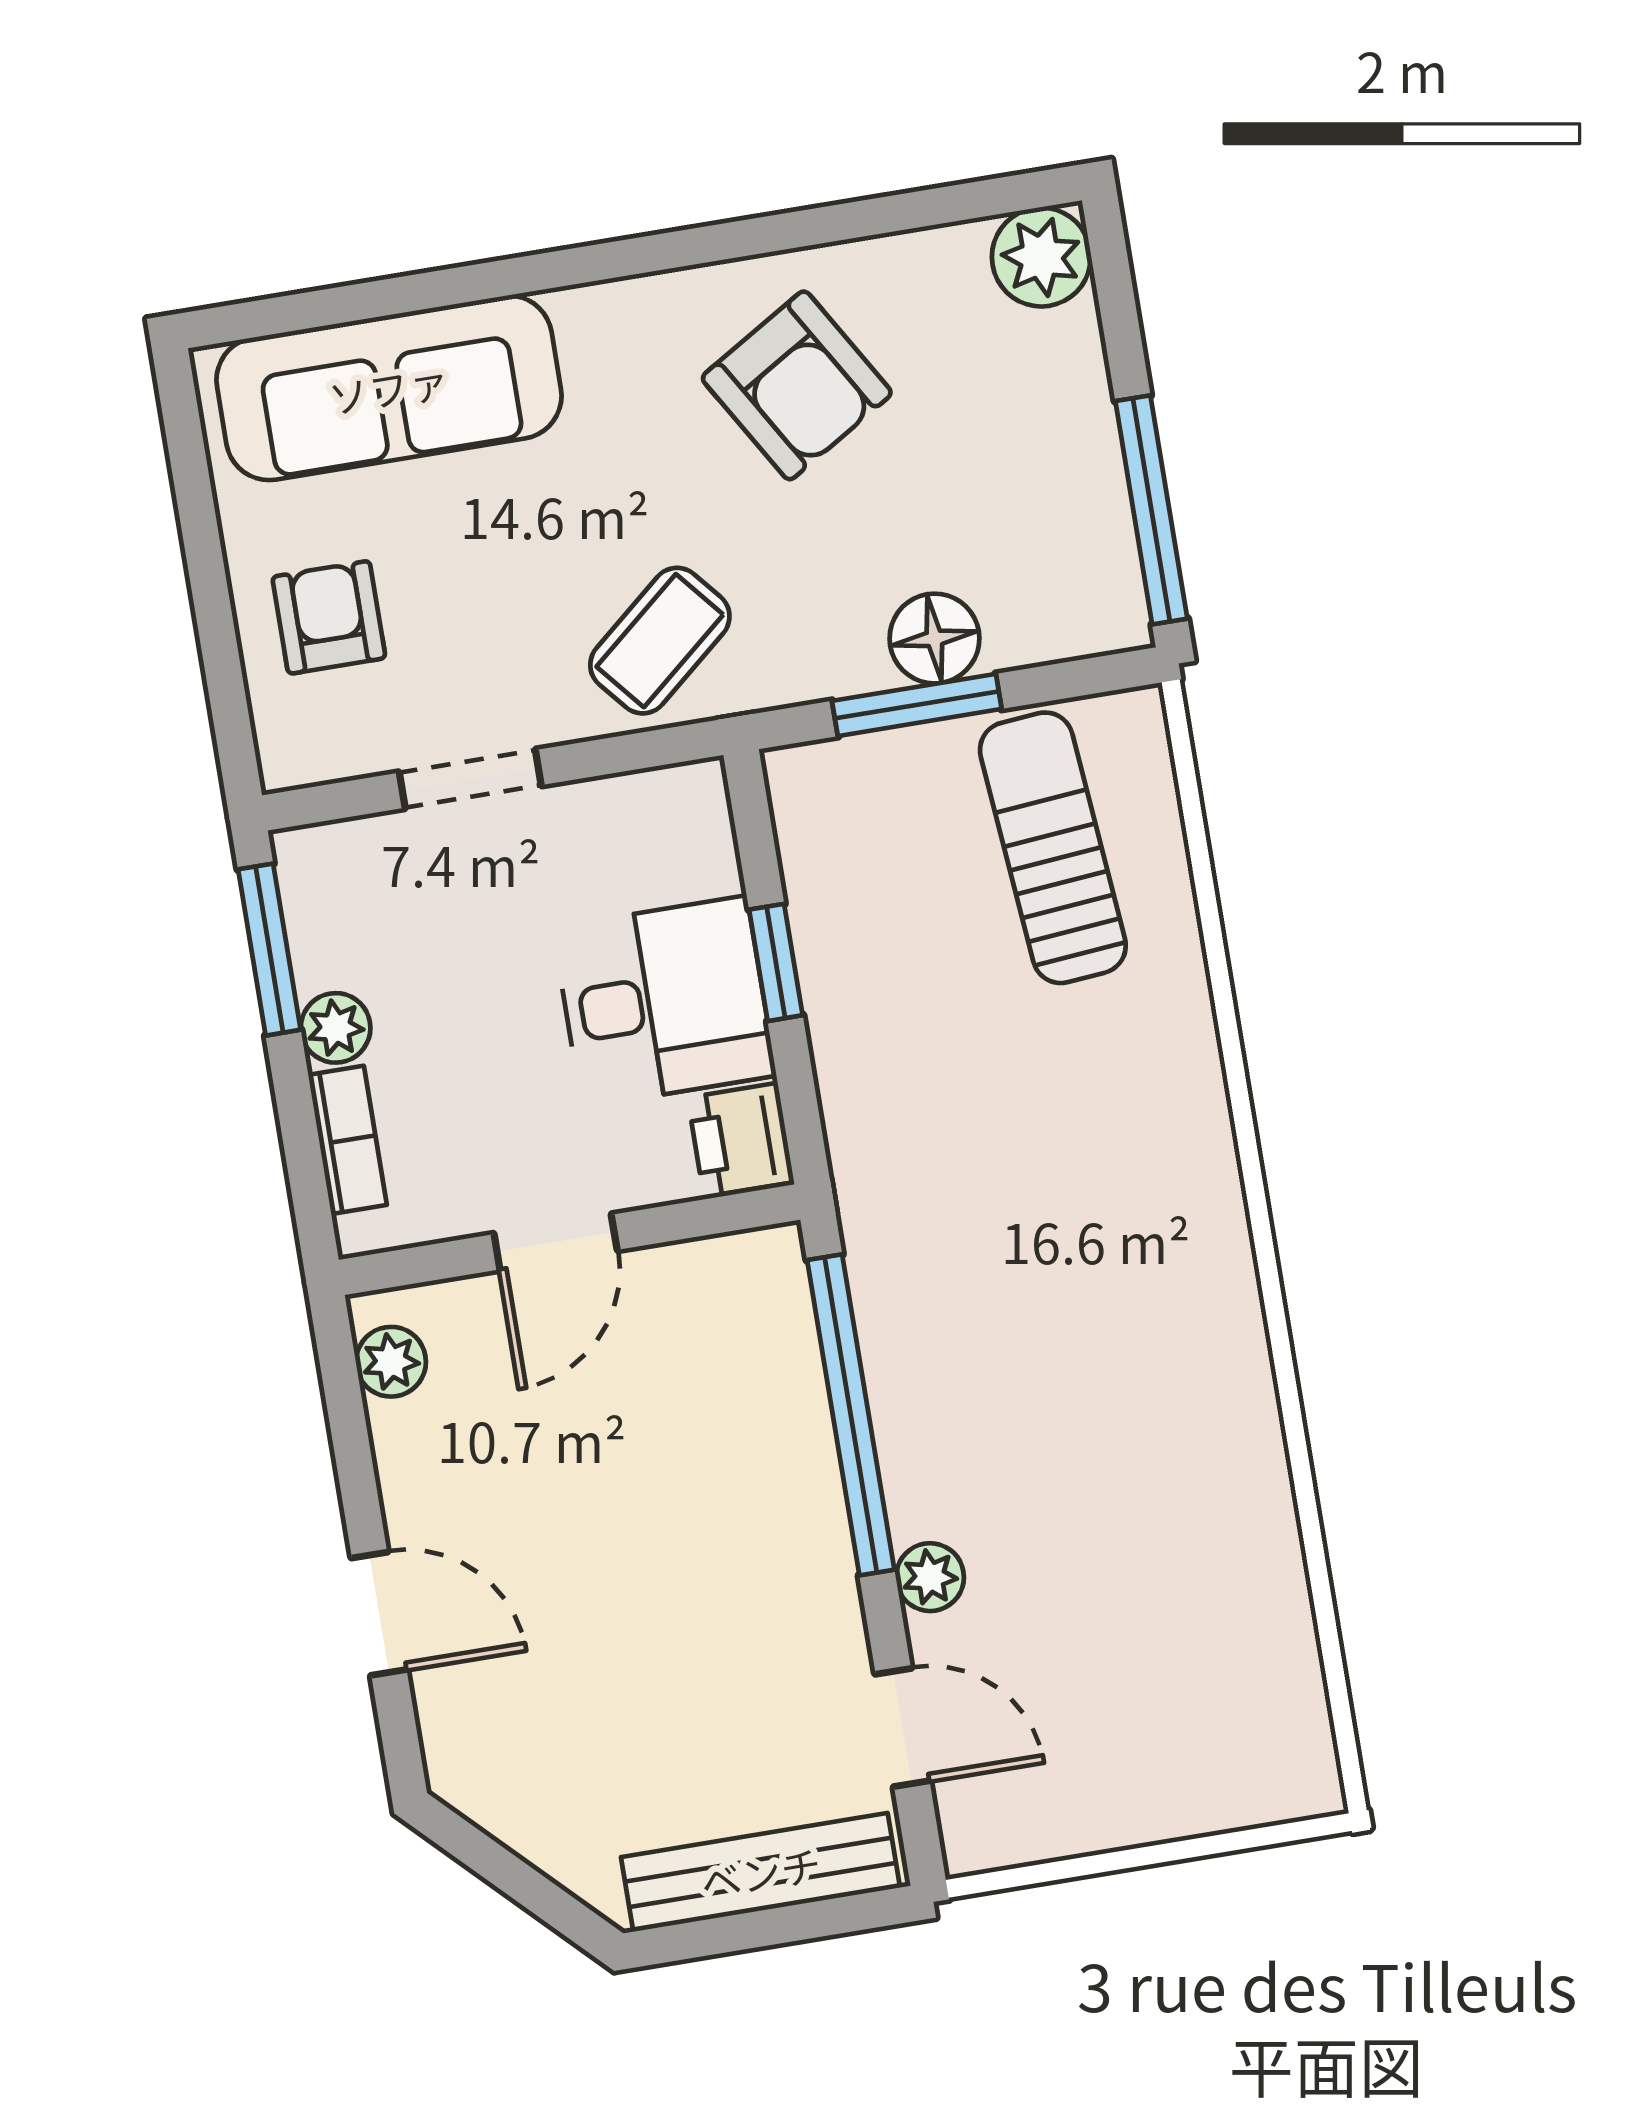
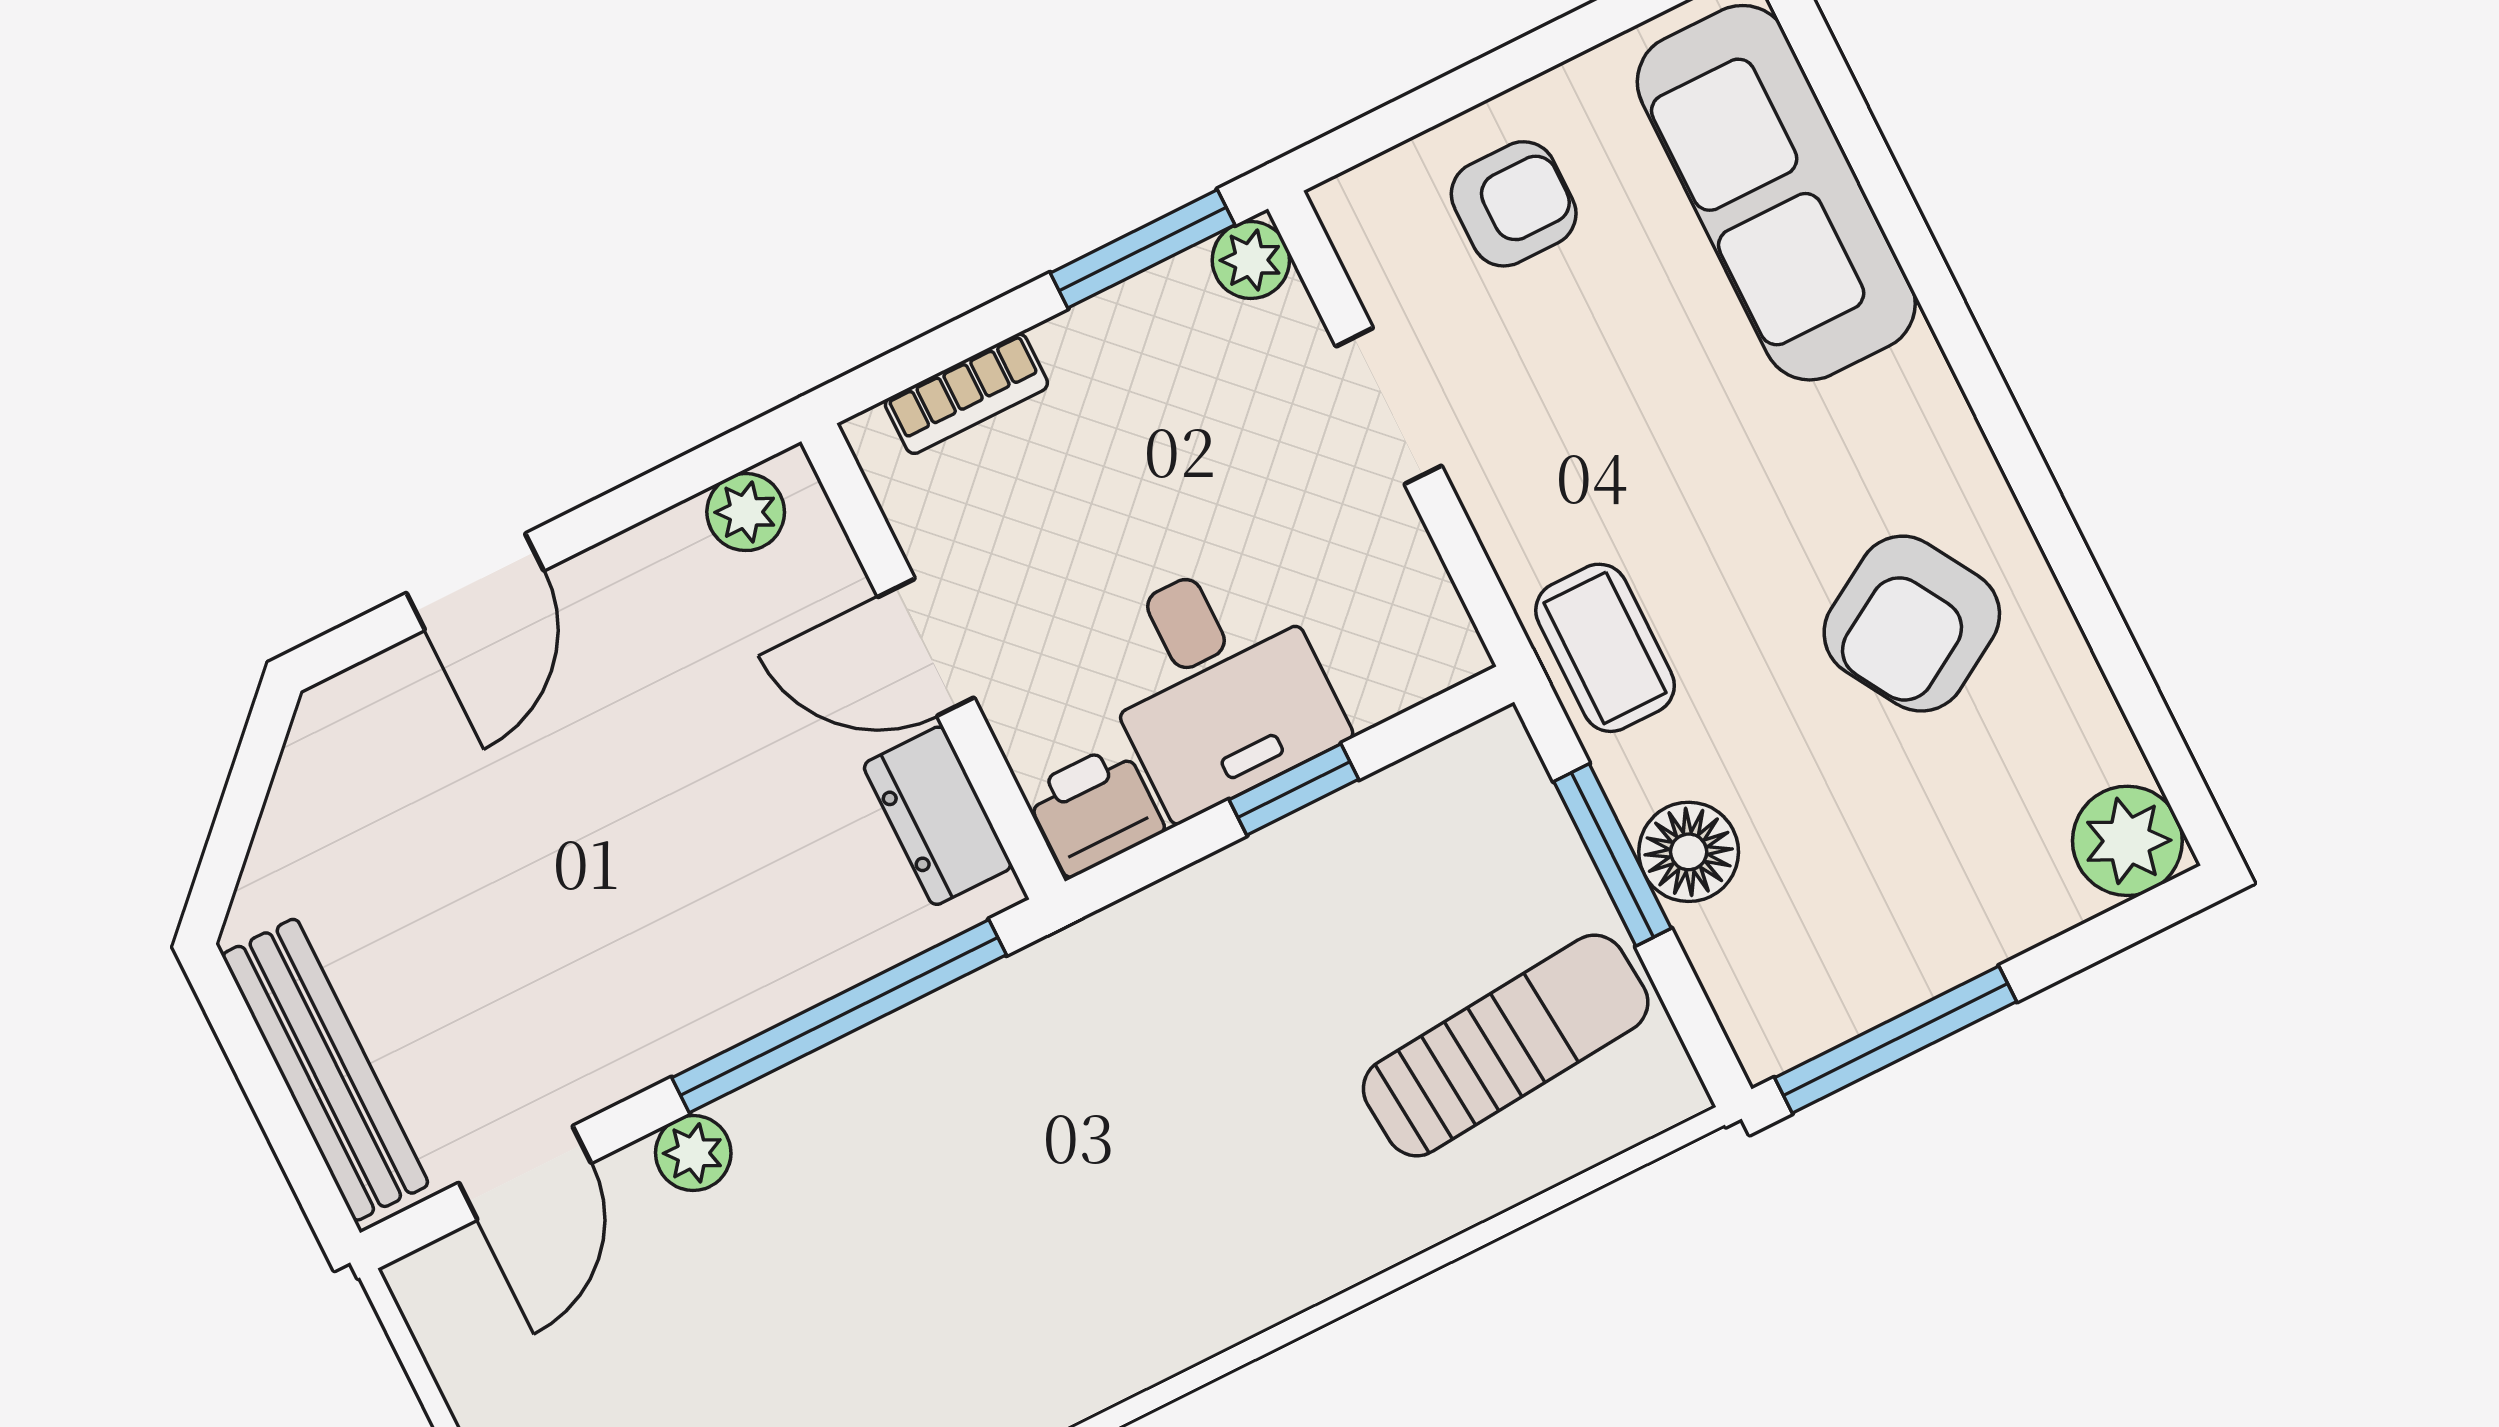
coffee table: (660, 641) -> (1605, 648), moved, turned 40
plant: (336, 1028) -> (1251, 260), moved
dresser: (704, 1277) -> (938, 816), added

